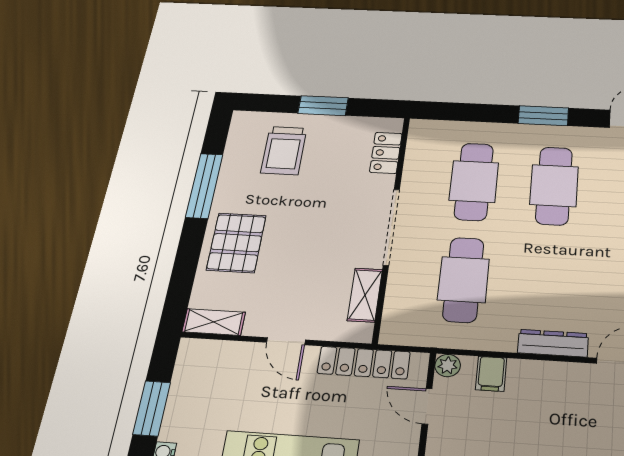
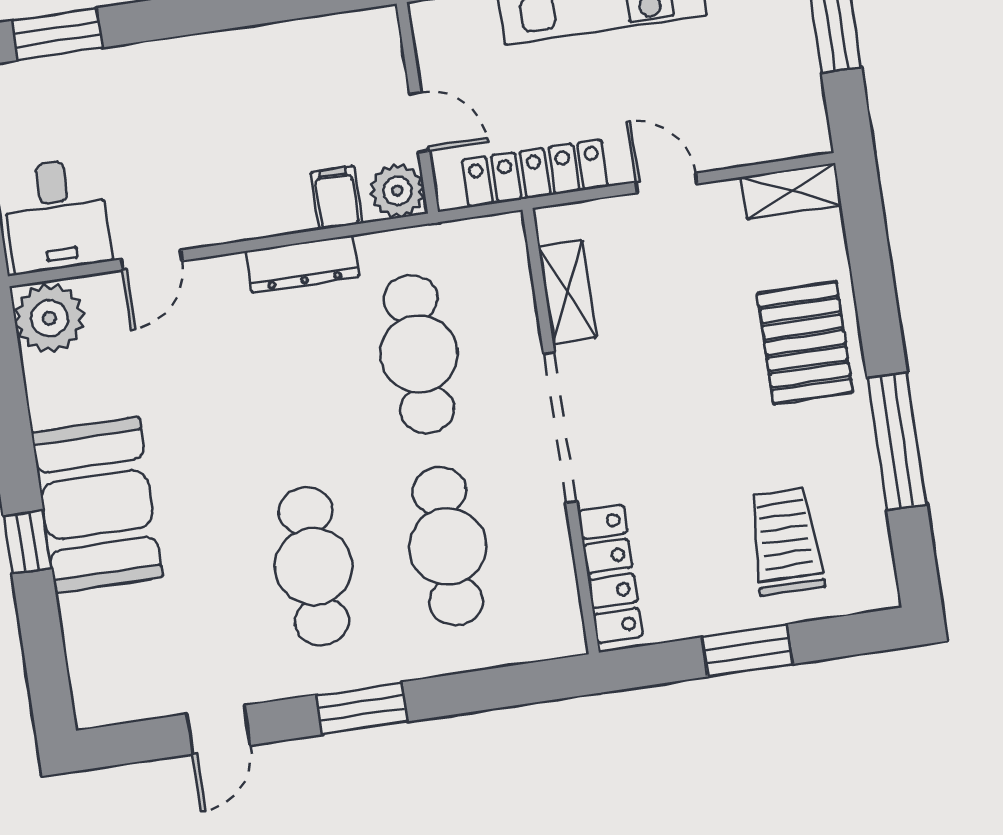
locker: (386, 153) -> (610, 574), width x1.53
dresser: (553, 343) -> (302, 264), moved
plant: (448, 365) -> (397, 191), width x1.38, depth x1.38

